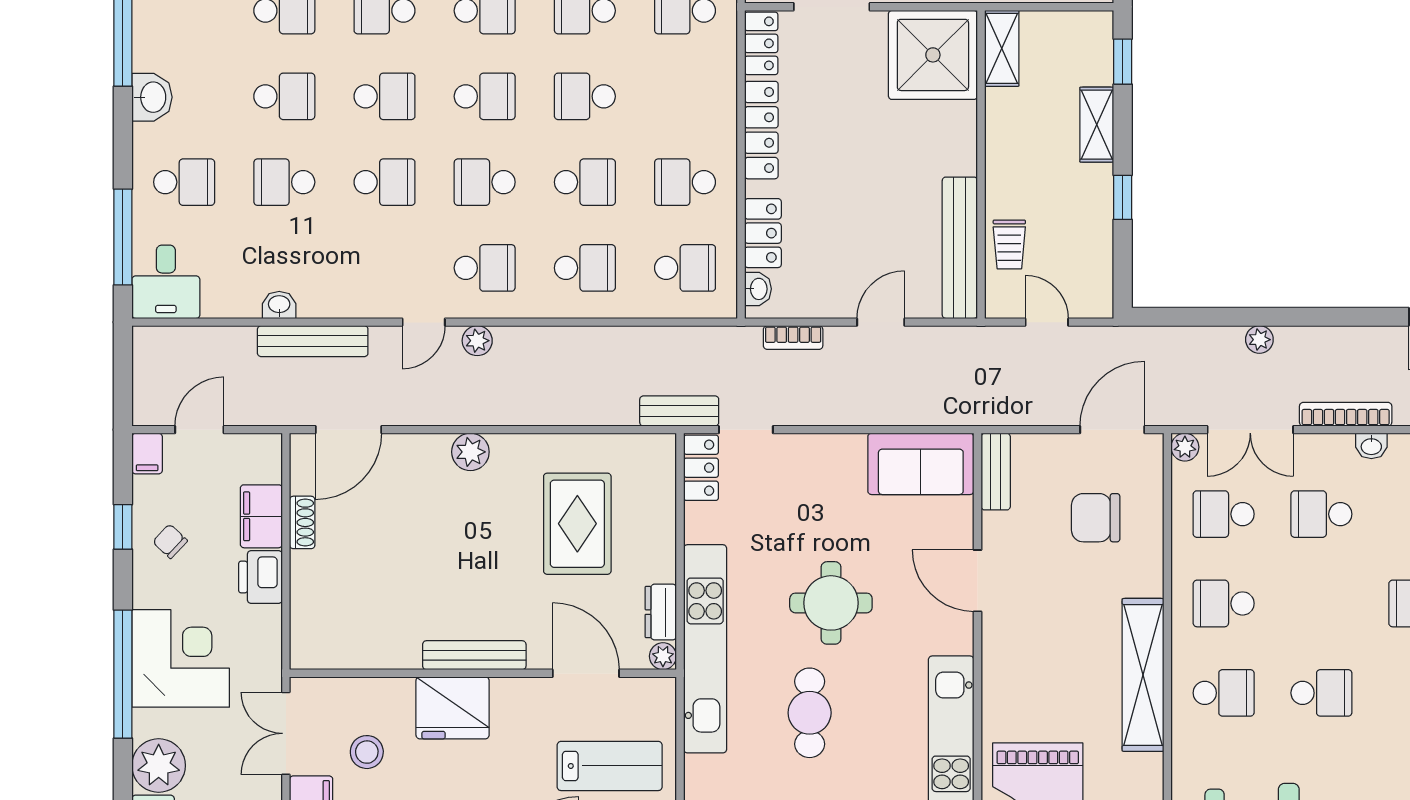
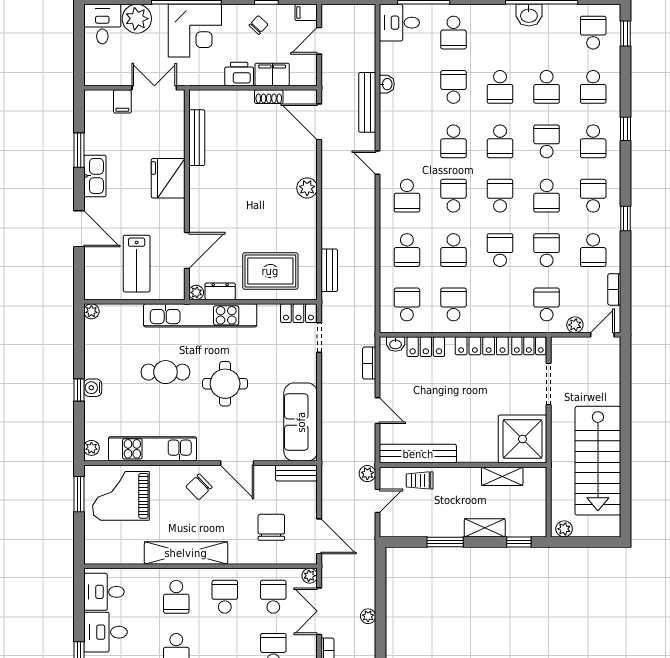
shelving: (1002, 48) -> (502, 476), moved
school desk: (485, 96) -> (500, 196), turned 180
washbasin: (152, 97) -> (529, 15), moved
window: (1123, 197) -> (445, 542), width x1.50
school desk: (685, 268) -> (407, 304), turned 180
plant: (477, 341) -> (367, 474), moved
bench: (679, 411) -> (329, 270), moved
door: (199, 430) -> (319, 41), swing flipped
sofa: (921, 464) -> (301, 422), width x1.36
rug: (577, 524) -> (270, 271), moved
door: (977, 581) -> (237, 463), swing flipped
chair: (1021, 651) -> (199, 487), added
bench: (474, 655) -> (197, 138), moved
stool: (367, 752) -> (144, 132), removed

